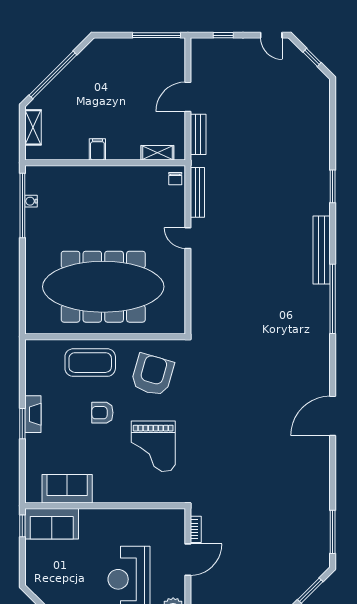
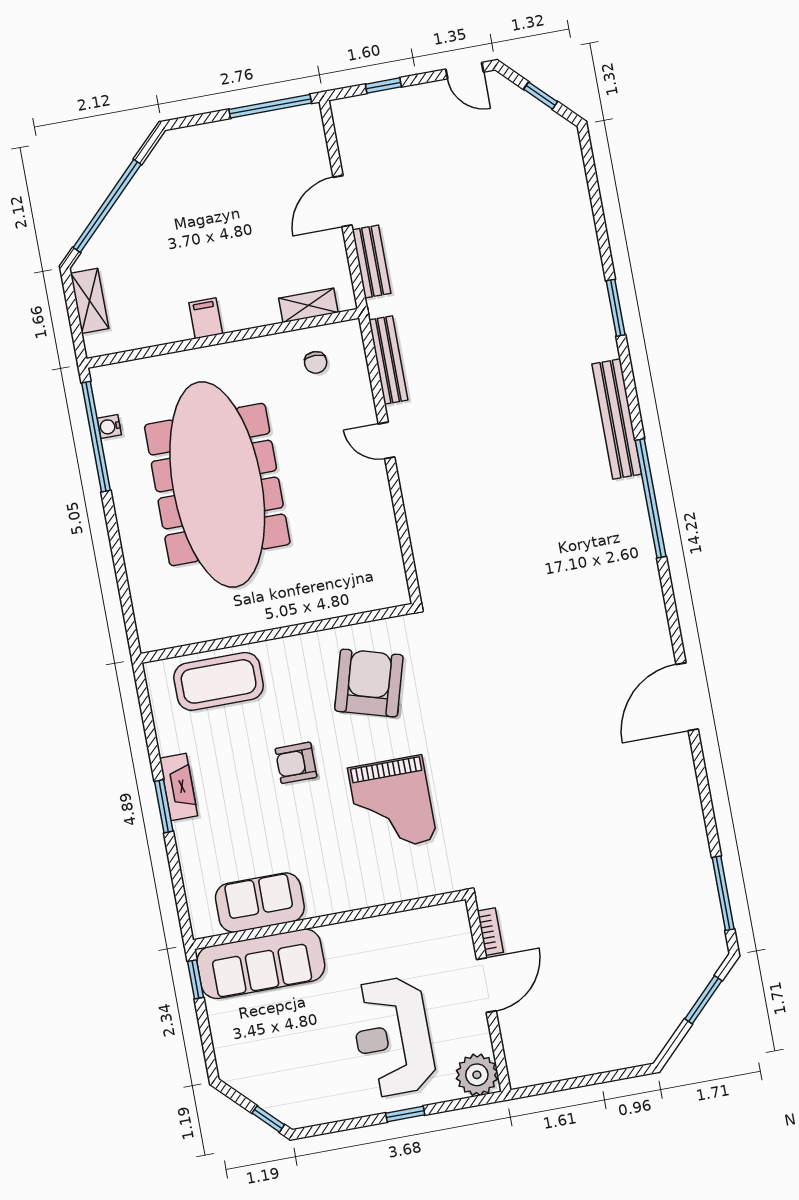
chair: (175, 179) -> (316, 362), moved
meeting table: (103, 287) -> (217, 485), moved, turned 90
coffee table: (90, 363) -> (219, 681), moved
sofa: (52, 524) -> (261, 964), width x1.36

